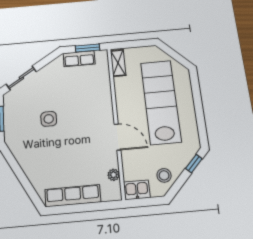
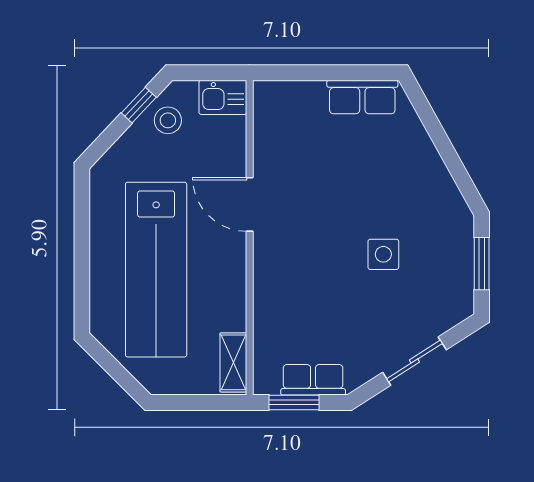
sliding door: (21, 78) -> (414, 361), moved
window: (194, 164) -> (139, 105), moved
plant: (114, 175) -> (264, 130), removed
row of seats: (73, 196) -> (362, 97), width x0.68

